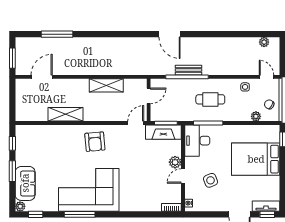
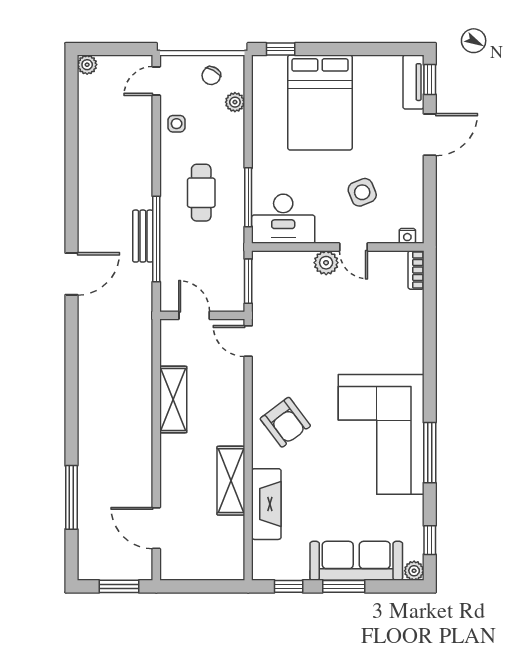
plant: (264, 42) -> (87, 65), moved
fireplace: (163, 132) -> (266, 504), moved
armchair: (95, 142) -> (285, 422), turned 58
sofa: (25, 183) -> (356, 561), width x1.36

